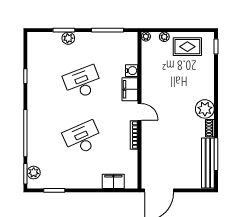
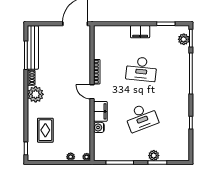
rug: (187, 47) -> (45, 130), moved, turned 90
desk: (82, 138) -> (141, 69), turned 30
filing cabinet: (113, 181) -> (140, 32), moved

